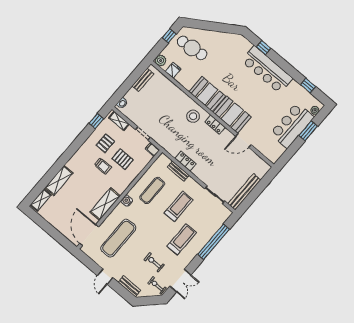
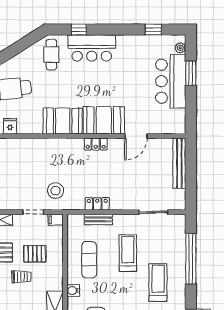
cafe table: (234, 48) -> (51, 55), added
bar counter: (267, 70) -> (92, 48), width x0.73
stool: (193, 116) -> (56, 191), moved
bench: (244, 192) -> (179, 163), moved

